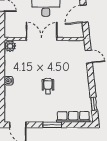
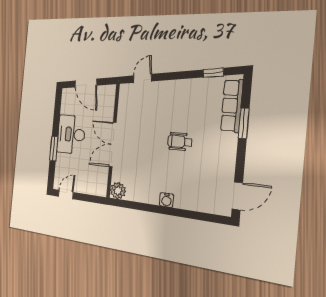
window: (52, 125) -> (244, 123), moved

